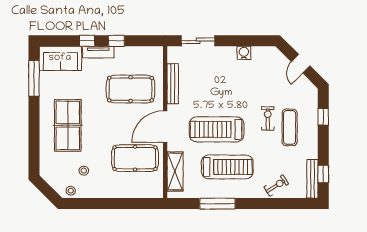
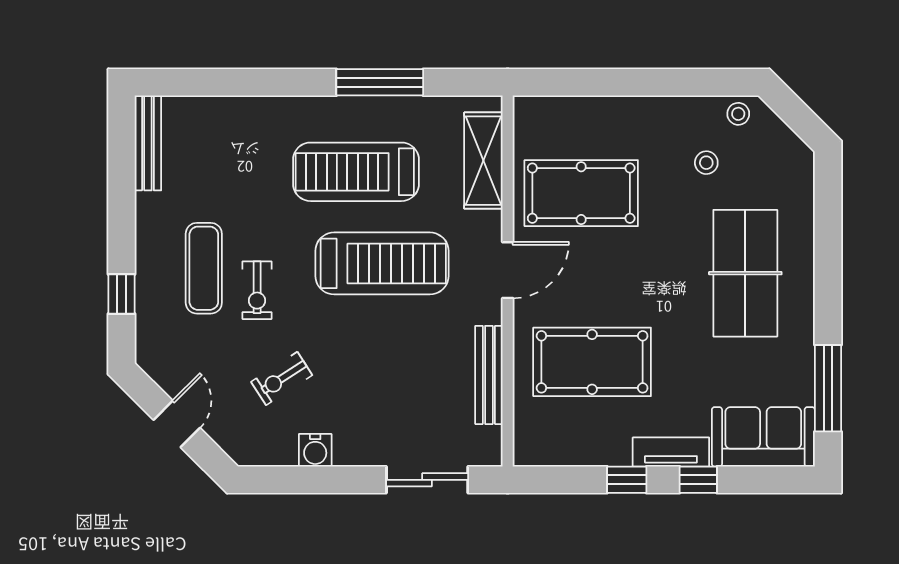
door: (165, 127) -> (508, 270), width x0.73
window: (323, 174) -> (121, 155), removed
exercise bike: (276, 186) -> (282, 379), moved

